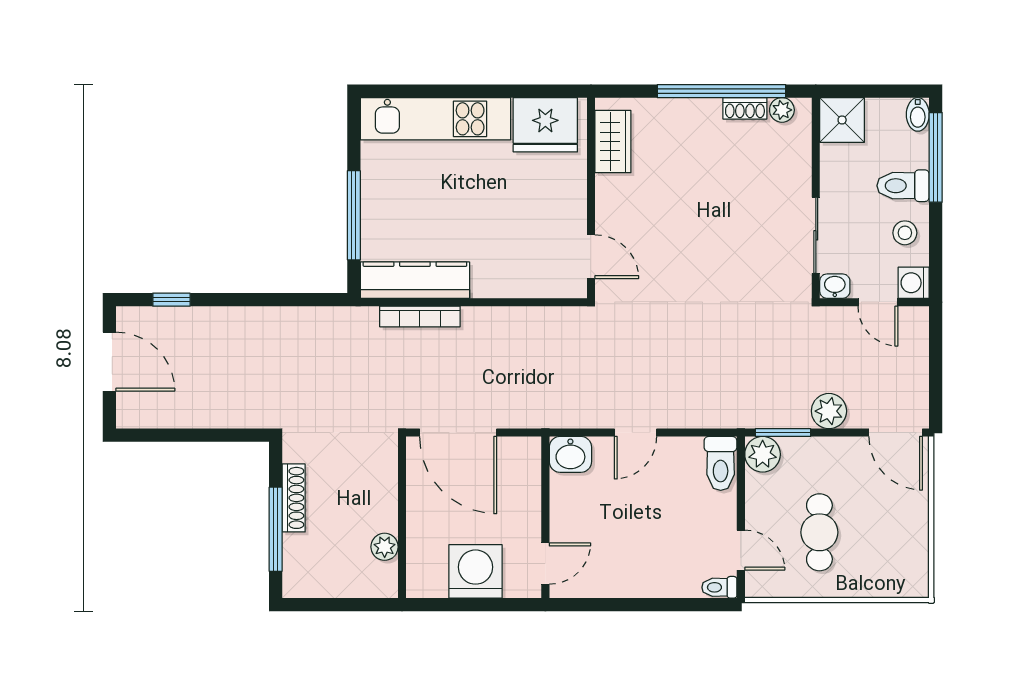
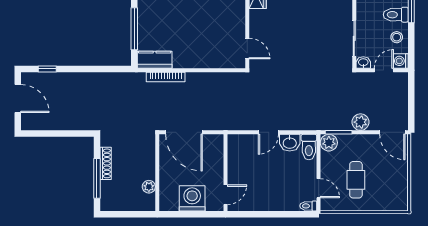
kitchen counter: (415, 280) -> (155, 60), width x0.67
door: (878, 302) -> (384, 70), swing flipped
washbasin: (570, 454) -> (290, 143), moved

